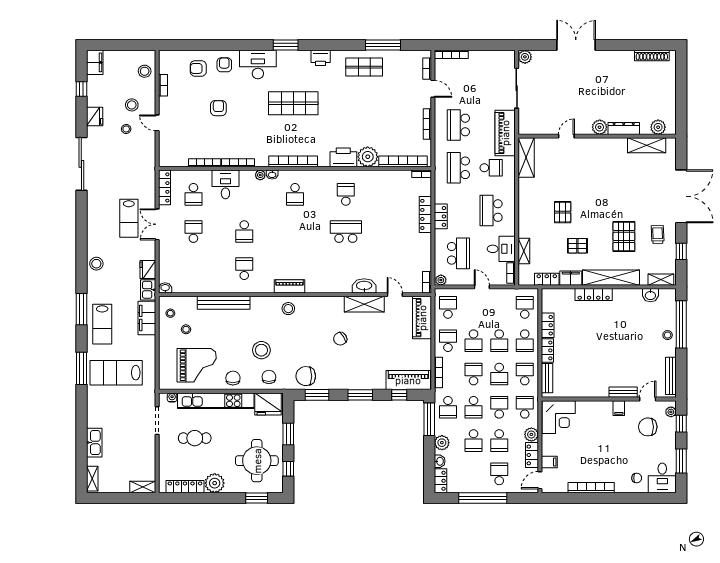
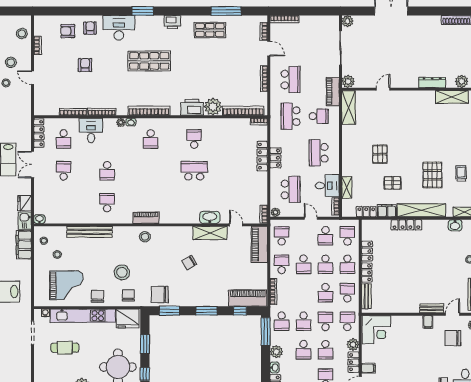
school desk: (458, 125) -> (291, 80), turned 180
plant: (600, 127) -> (348, 81), moved
piano: (505, 133) -> (333, 92), width x0.73, depth x0.75
school desk: (474, 374) -> (325, 236), moved, turned 180

